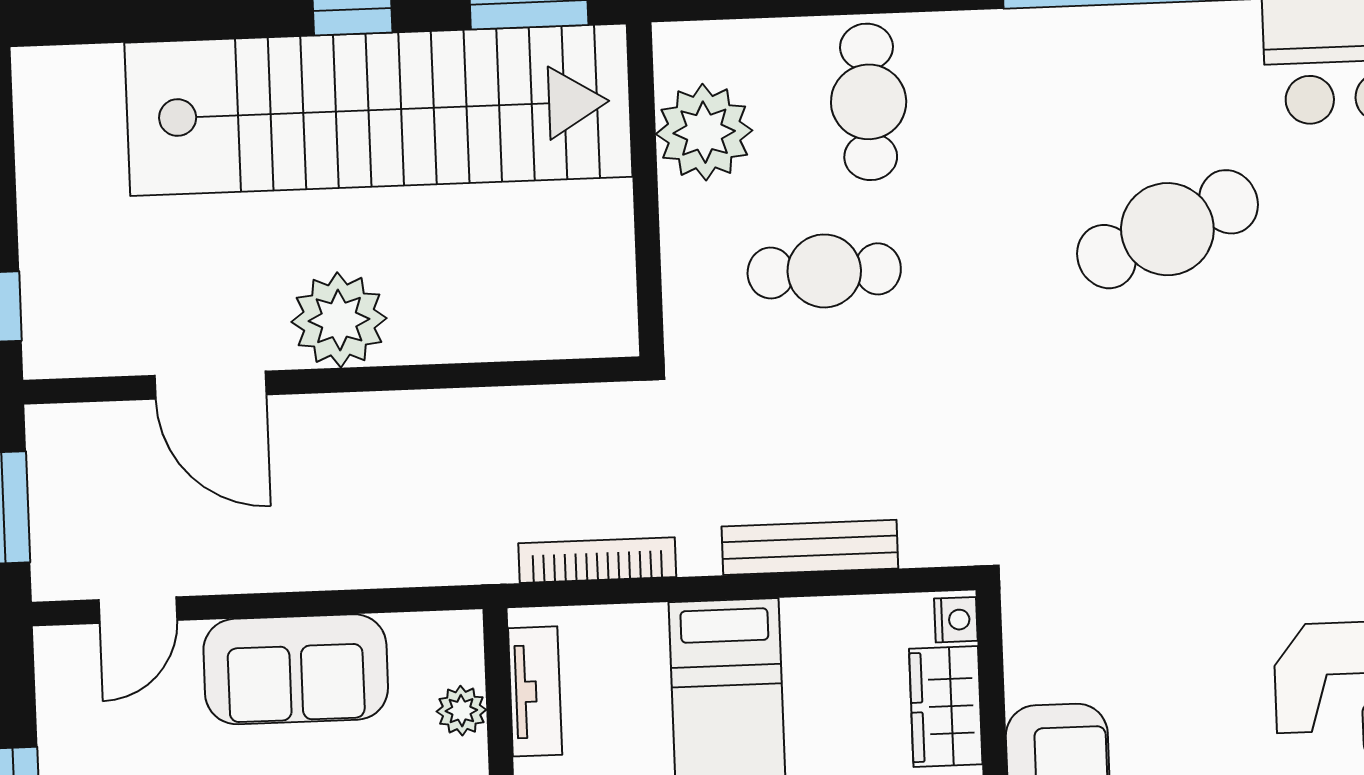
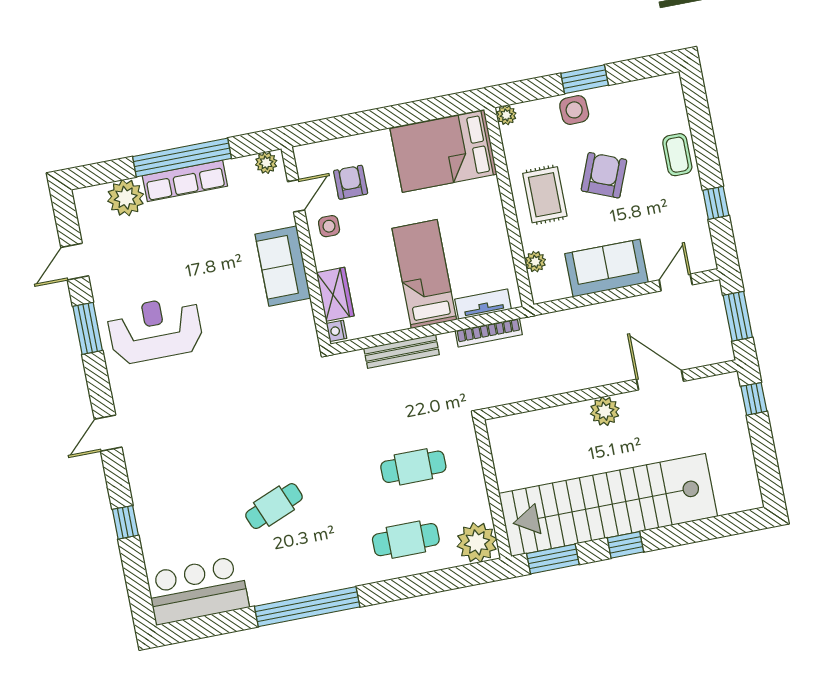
cafe table: (869, 102) -> (406, 540), turned 90
plant: (704, 132) -> (477, 542), moved
cafe table: (1167, 229) -> (274, 506), width x0.73, depth x0.74
plant: (339, 320) -> (605, 411), width x0.73, depth x0.73
tv unit: (535, 691) -> (483, 304), moved, turned 90

